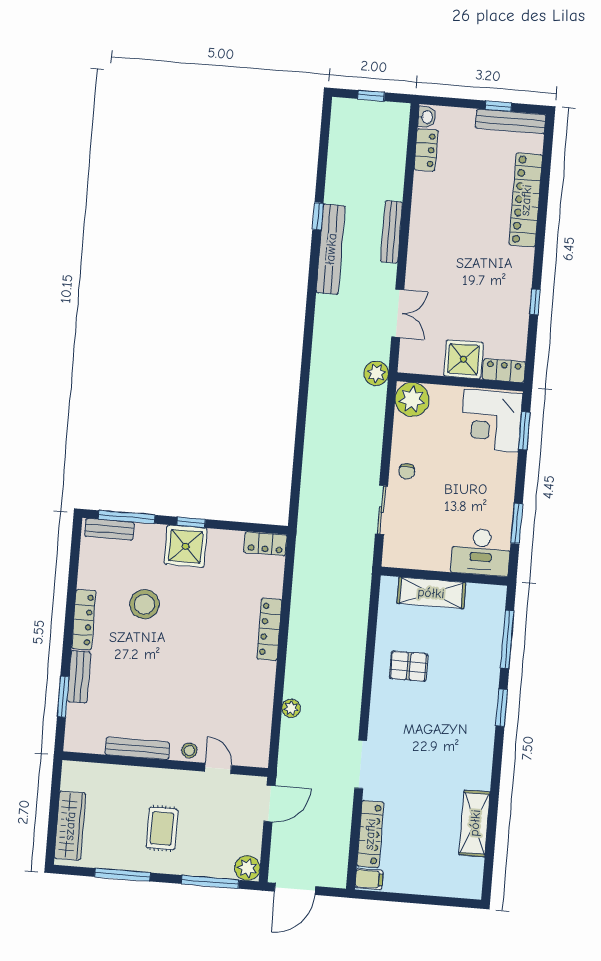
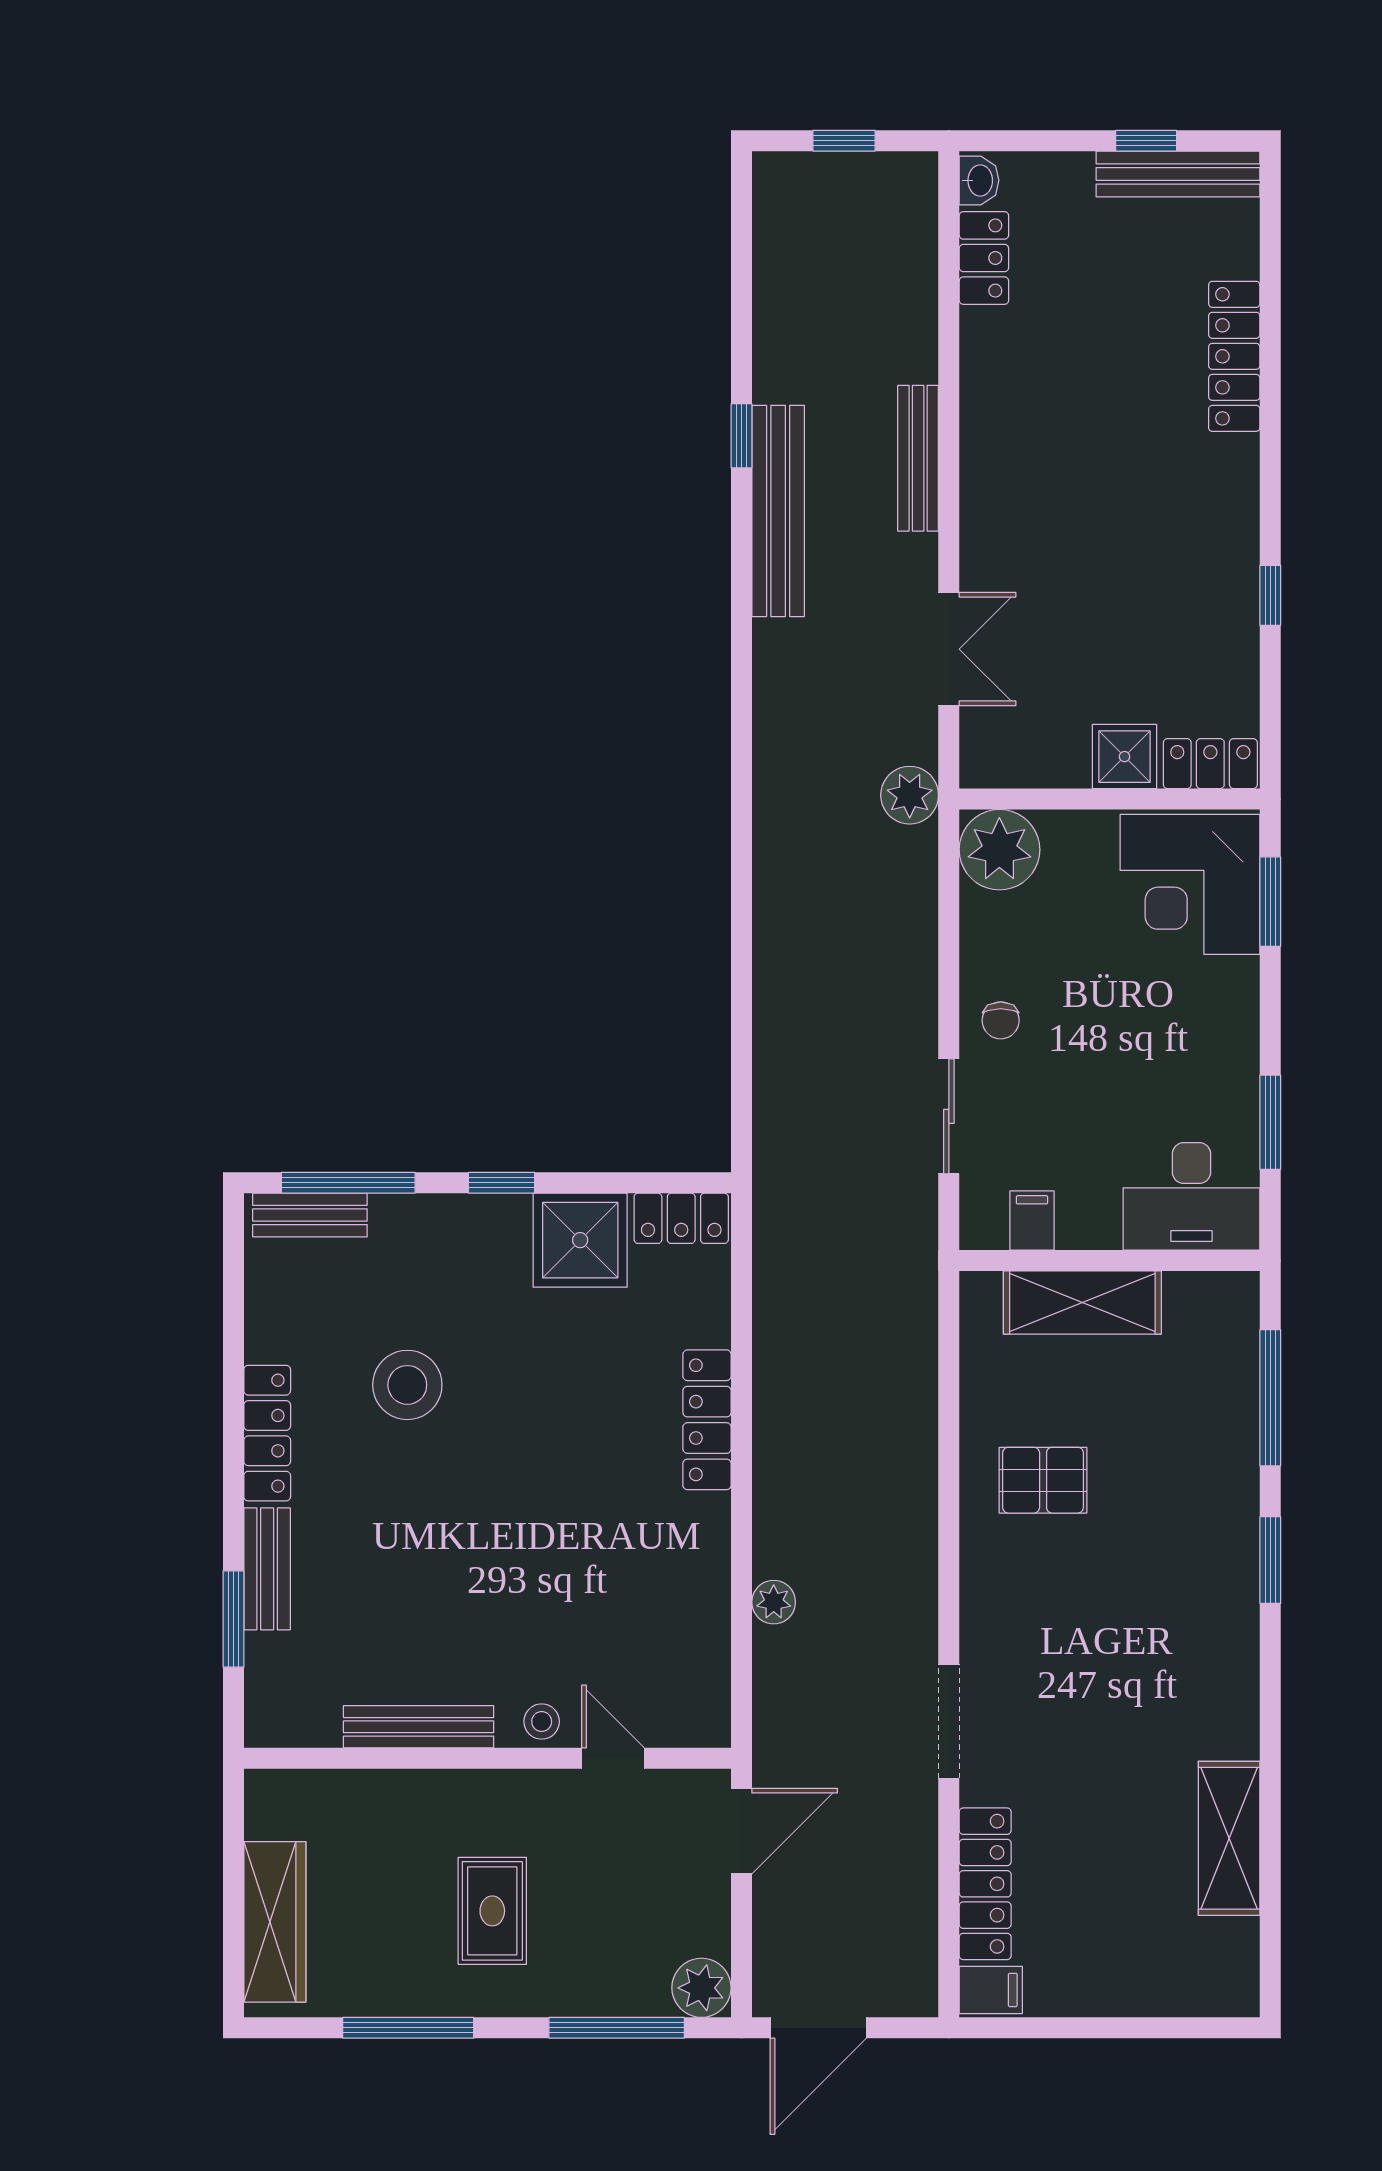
locker: (526, 200) -> (1234, 356), width x0.71, depth x0.83
shower: (463, 359) -> (1124, 757), width x0.73, depth x0.73
shower: (186, 546) -> (580, 1240), moved
filing cabinet: (413, 557) -> (1032, 1221), added

